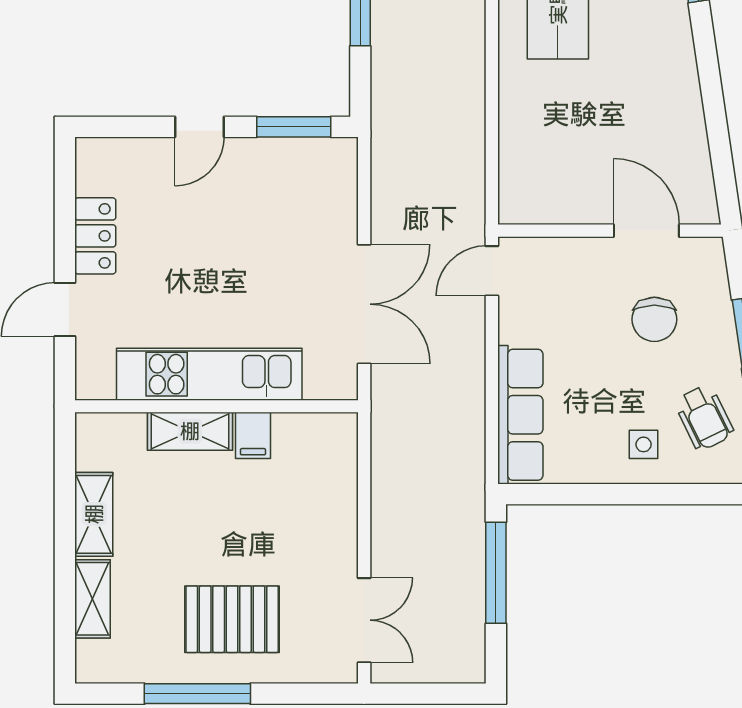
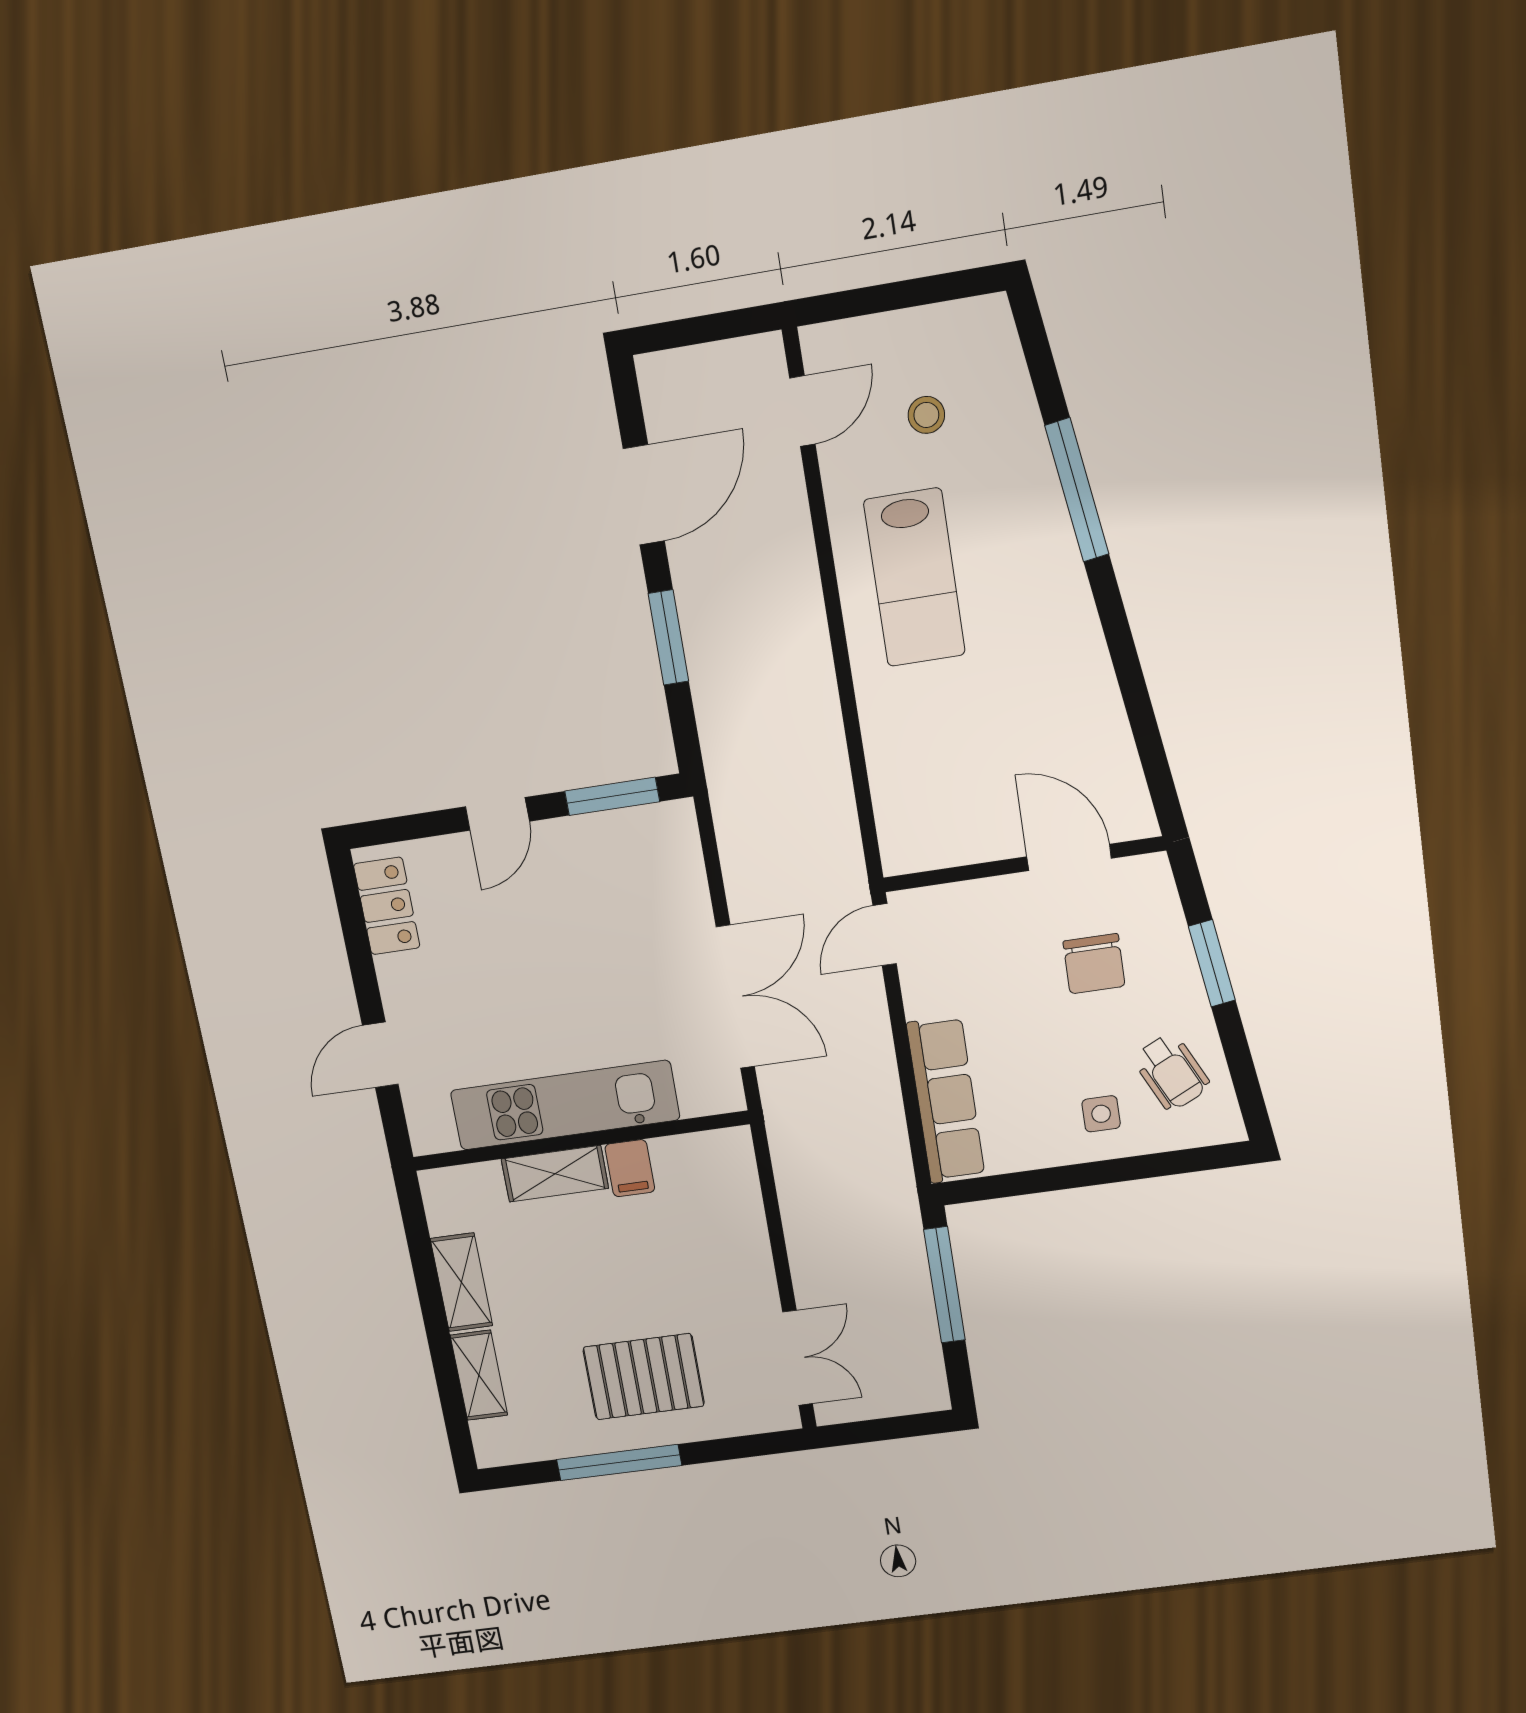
locker: (95, 236) -> (387, 906), moved

